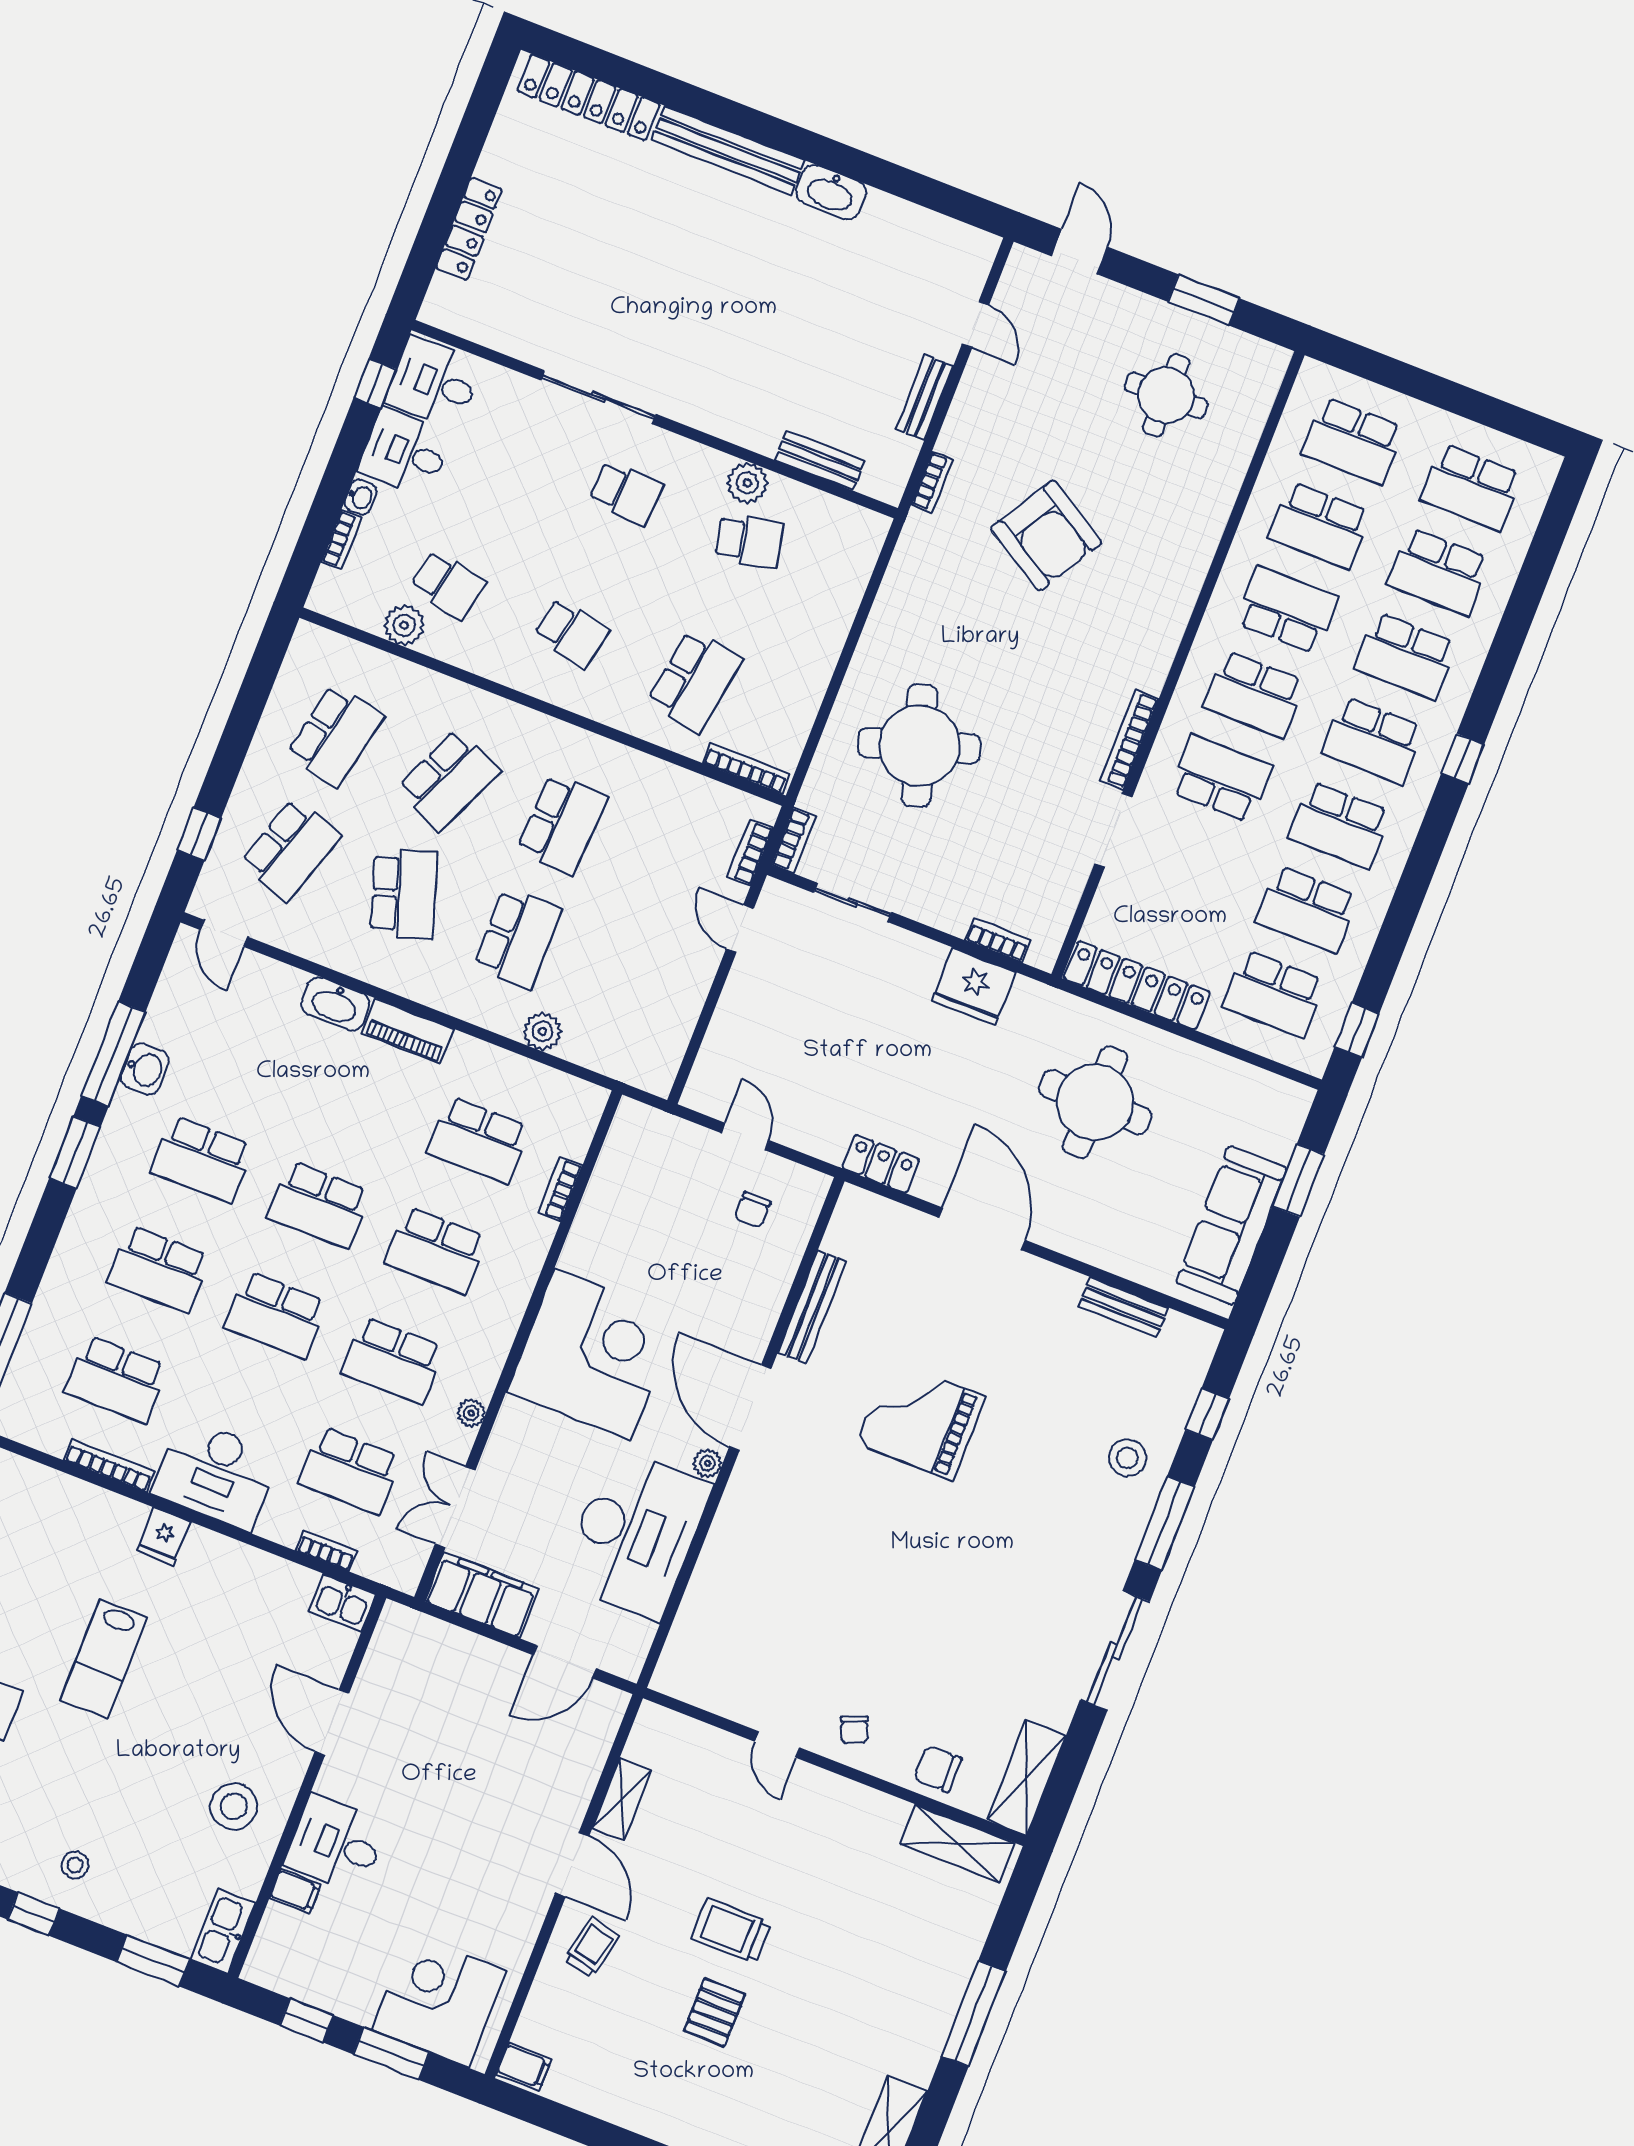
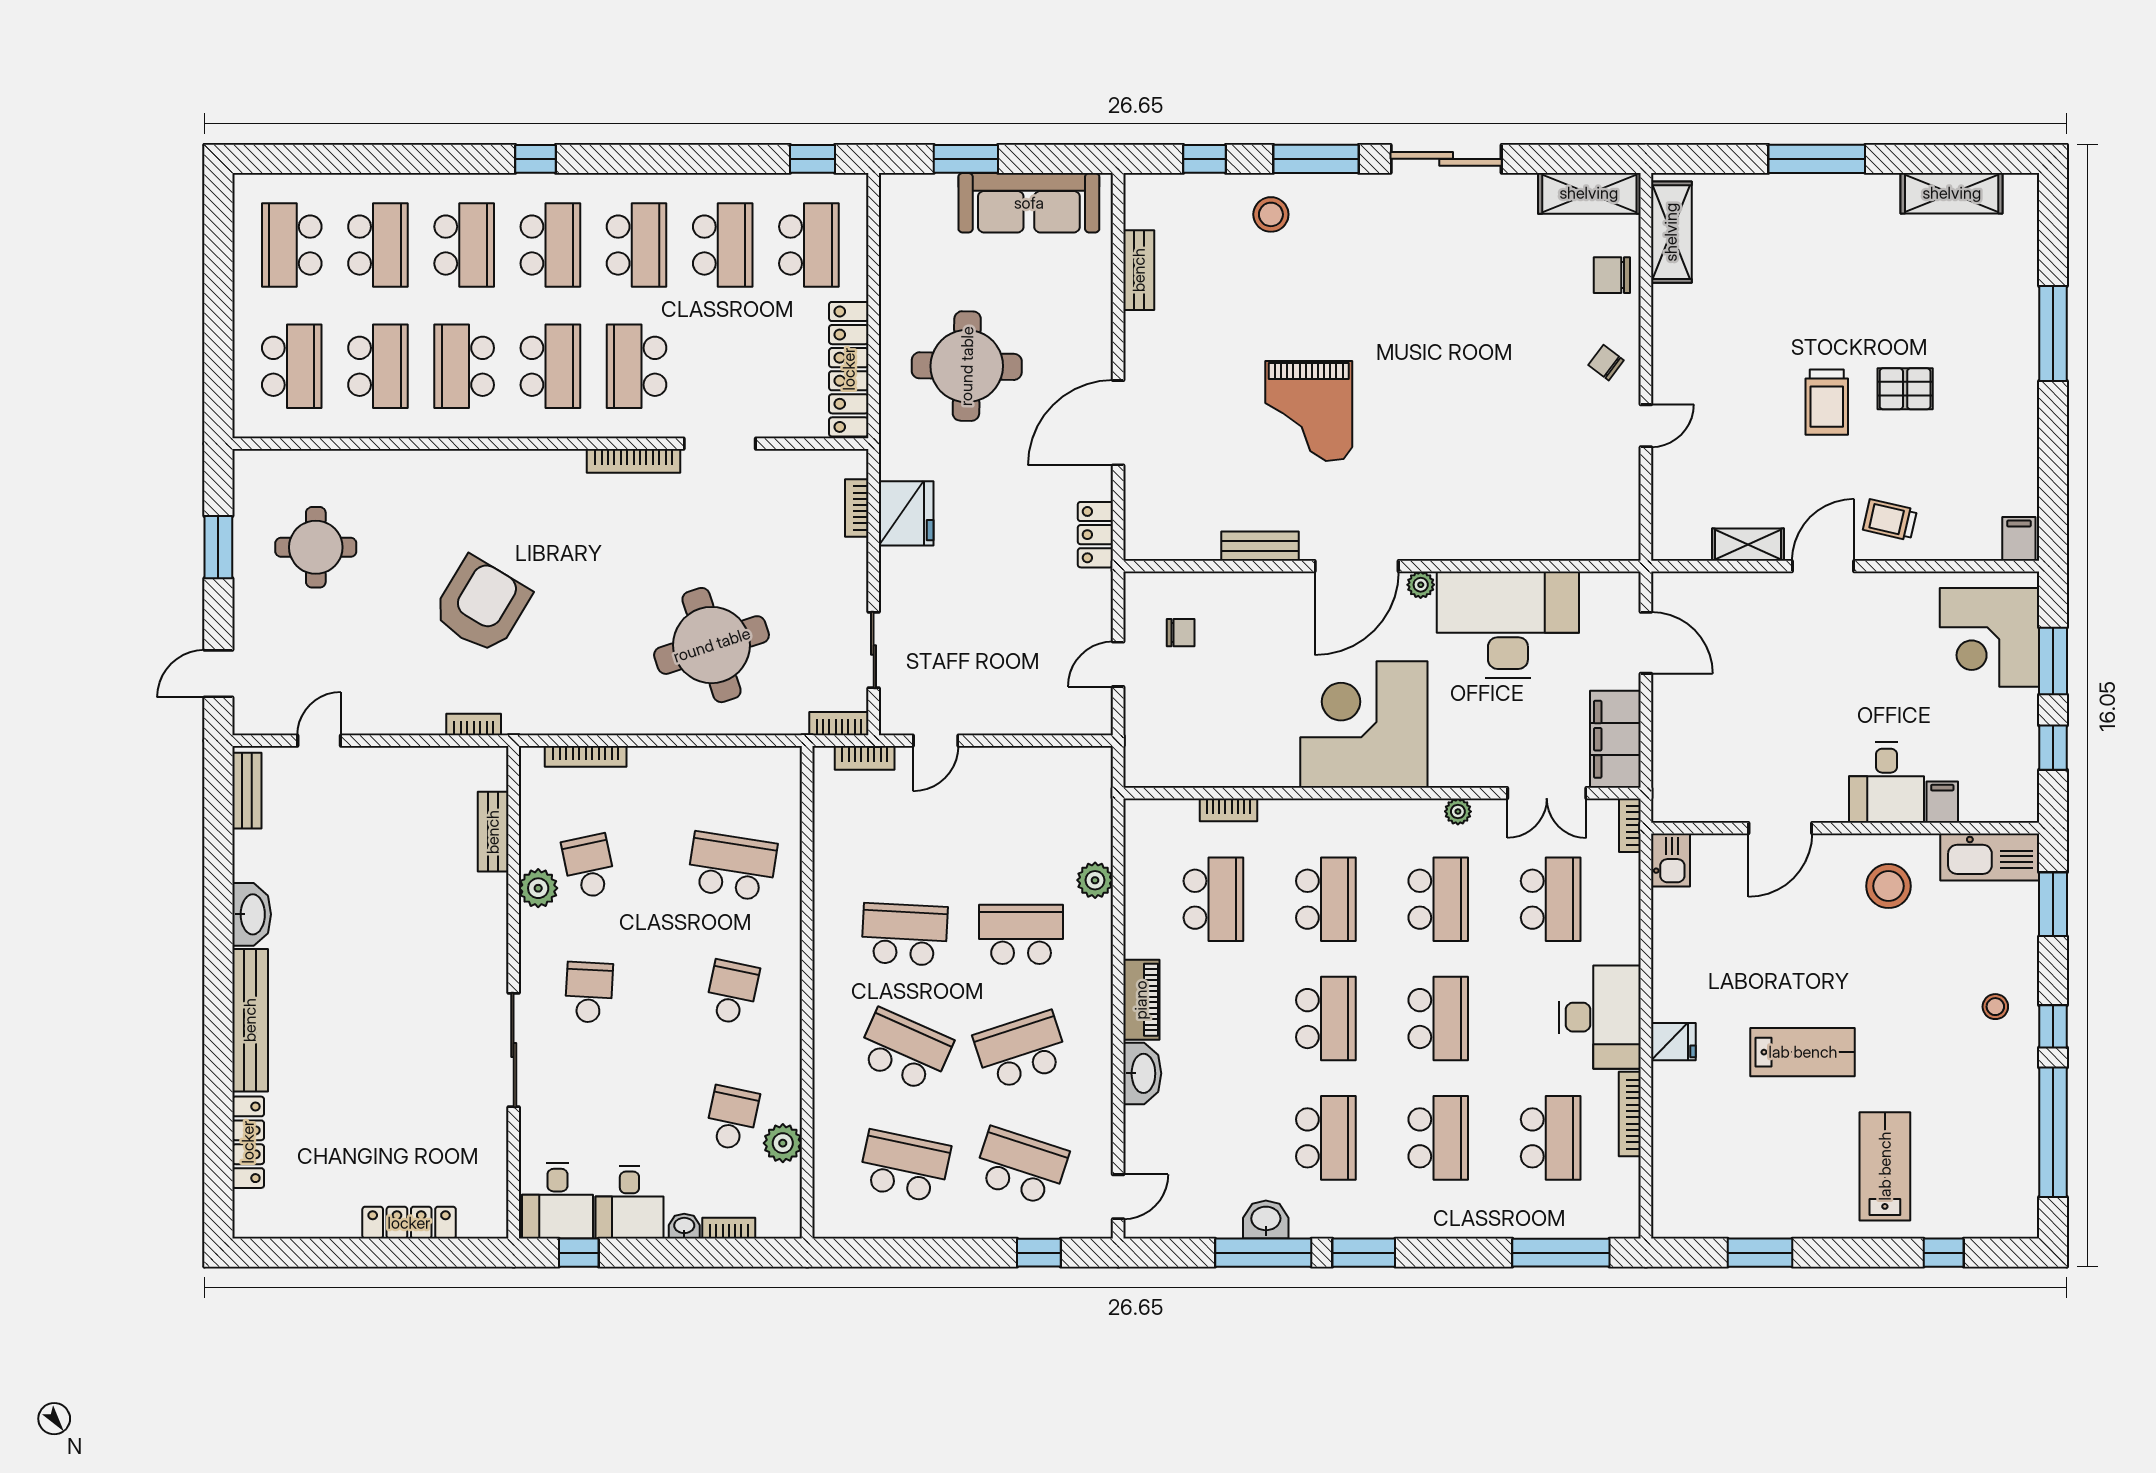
locker: (589, 97) -> (248, 1142), width x0.71, depth x0.83
bench: (925, 397) -> (247, 791), moved, turned 90
school desk: (1471, 487) -> (292, 245), turned 180
bookcase: (746, 768) -> (586, 756), moved, turned -90
bench: (812, 1307) -> (1260, 546), width x0.73
bookcase: (326, 1551) -> (1630, 825), moved
chair: (854, 1730) -> (1606, 363), turned -121
chair: (938, 1769) -> (1612, 275), turned 90
kitchen sink: (223, 1931) -> (1990, 857), width x1.36, depth x1.24

